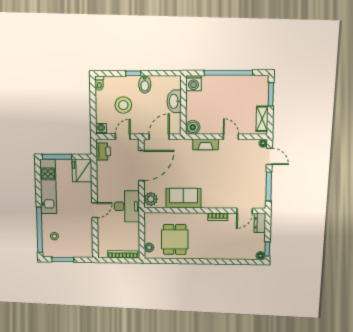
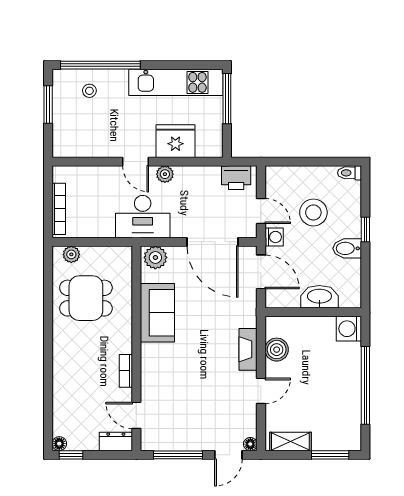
boiler: (193, 127) -> (277, 350), moved
washing machine: (101, 129) -> (274, 237), moved
fridge: (82, 171) -> (175, 141), moved
plant: (102, 193) -> (165, 174), added

